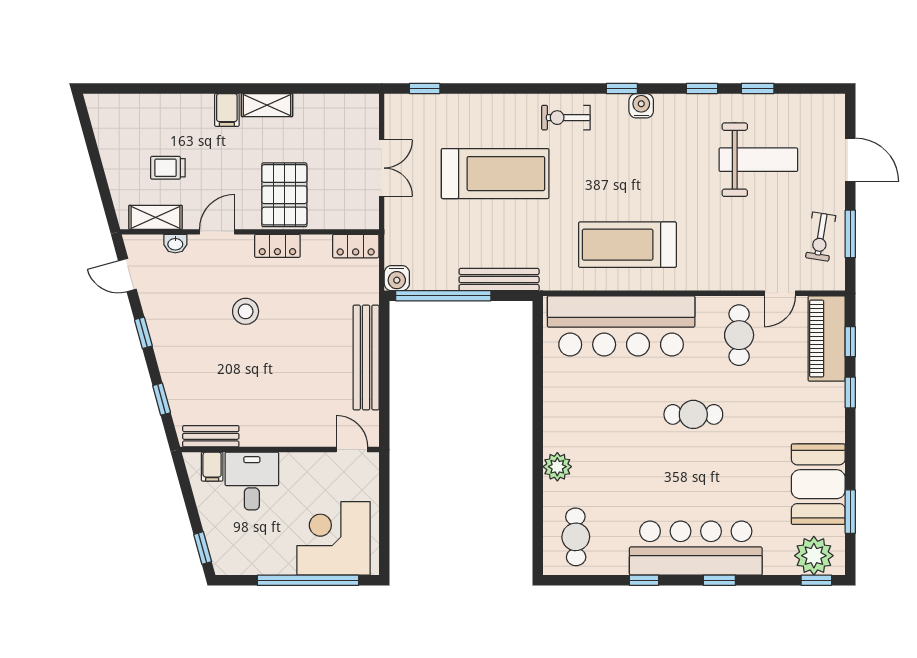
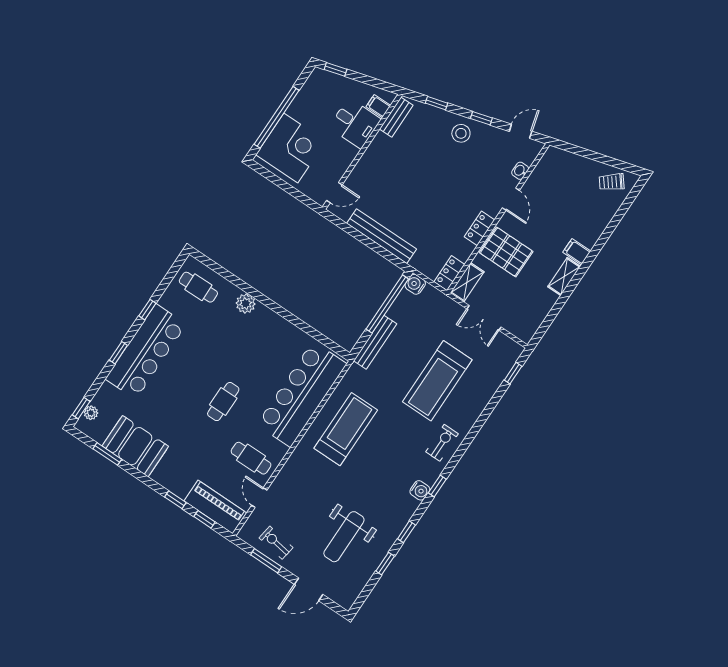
trolley: (168, 168) -> (612, 182), moved, turned -128
shelving: (156, 217) -> (467, 282), moved
stool: (246, 311) -> (461, 133), moved
plant: (814, 556) -> (91, 413), width x0.53, depth x0.53

